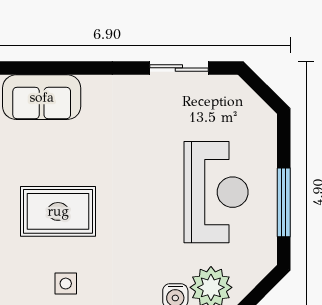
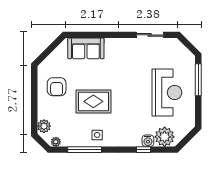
window: (284, 202) -> (198, 80), moved

